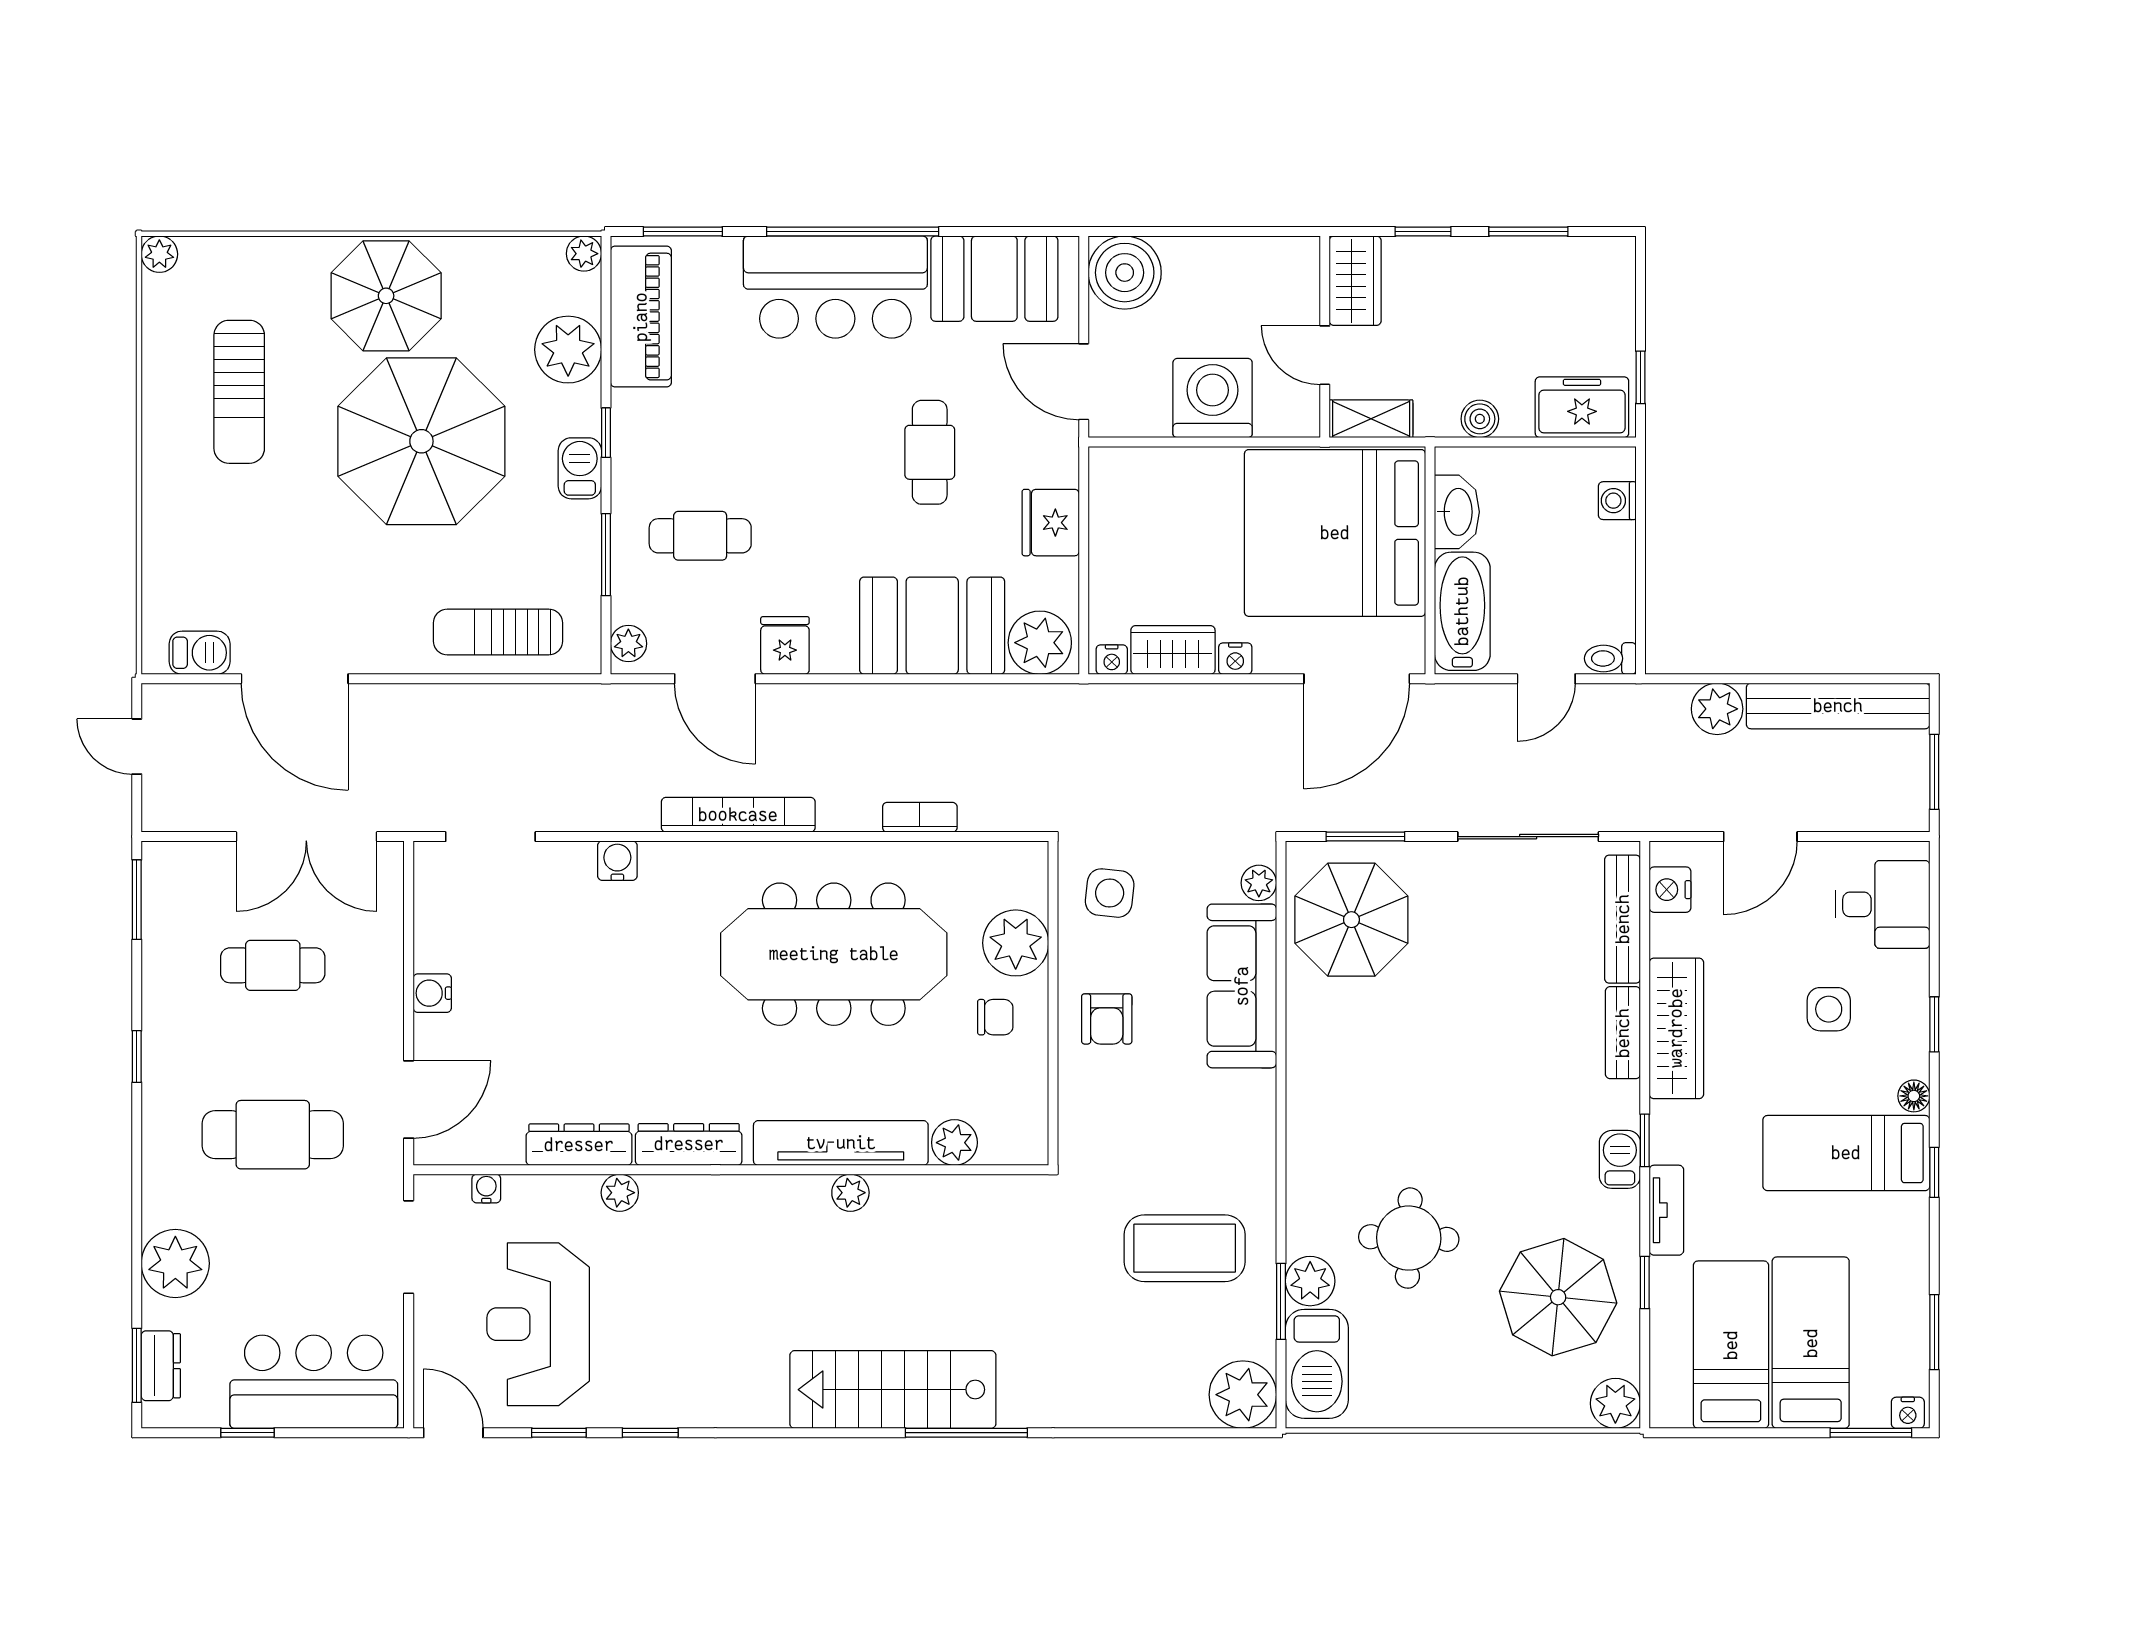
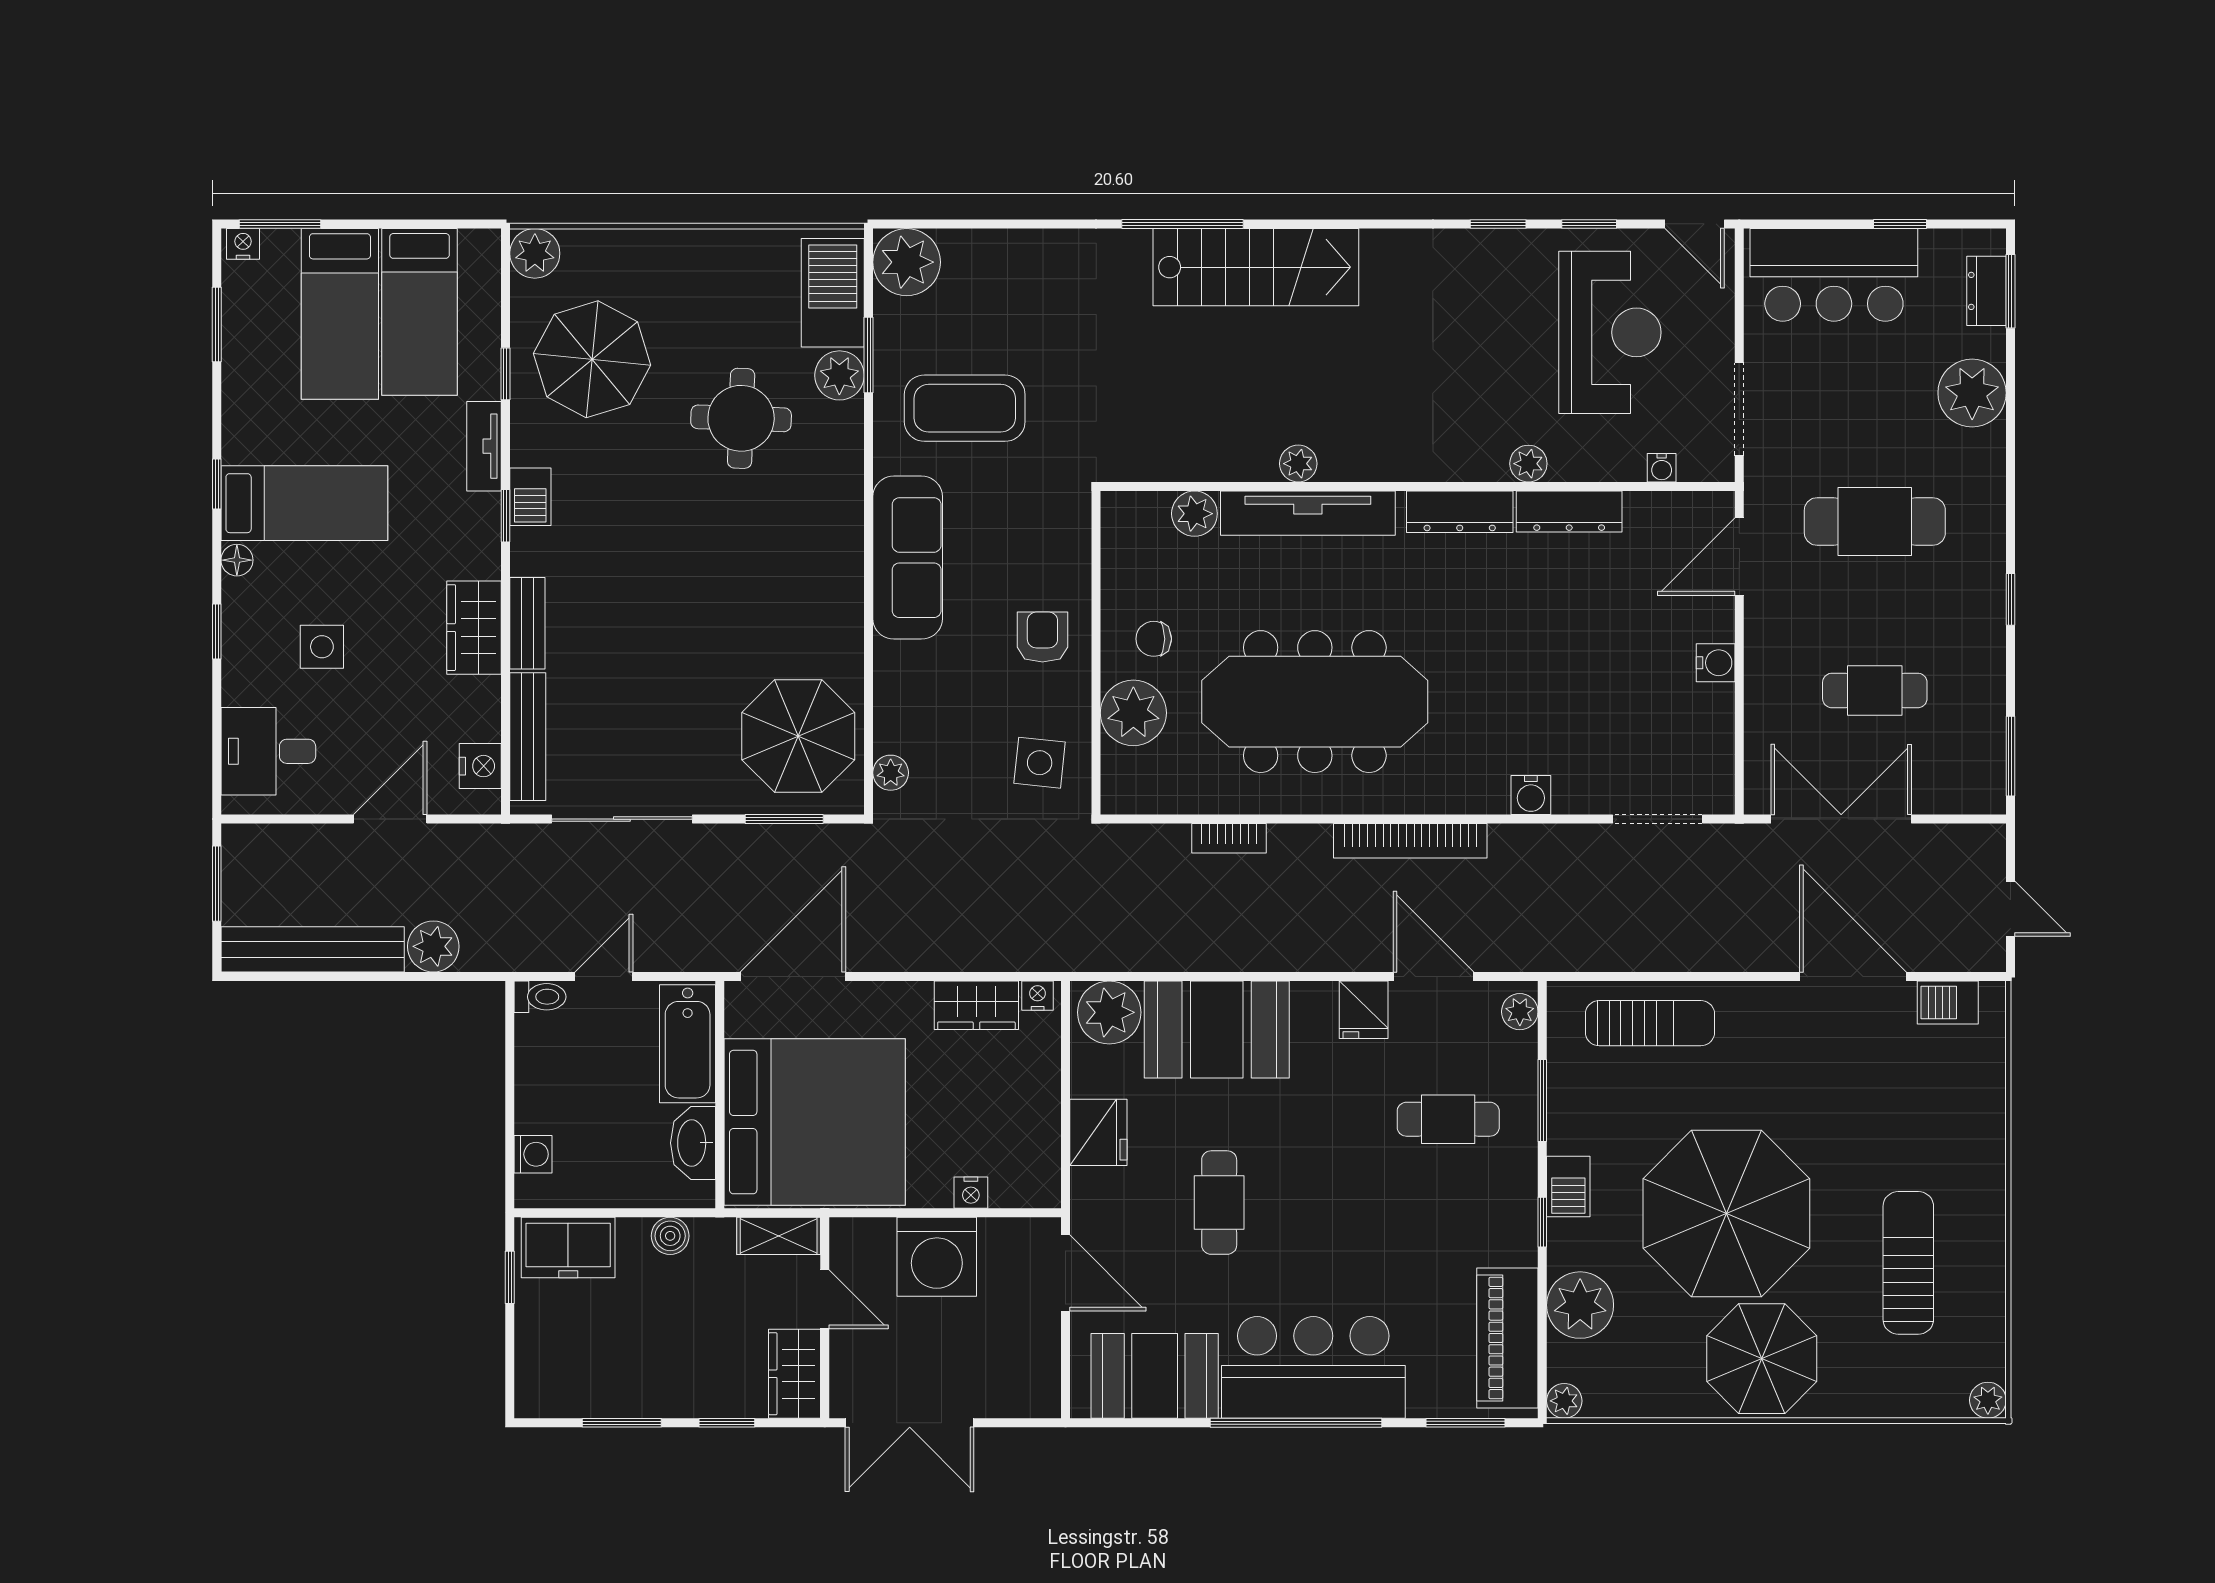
double door: (1240, 232) -> (910, 1423), added
boiler: (1125, 273) -> (1025, 1382), removed
nightstand: (1235, 659) -> (971, 1193), moved, turned 180
sofa: (1242, 986) -> (908, 558), moved
wardrobe: (1676, 1028) -> (474, 628), width x0.67

